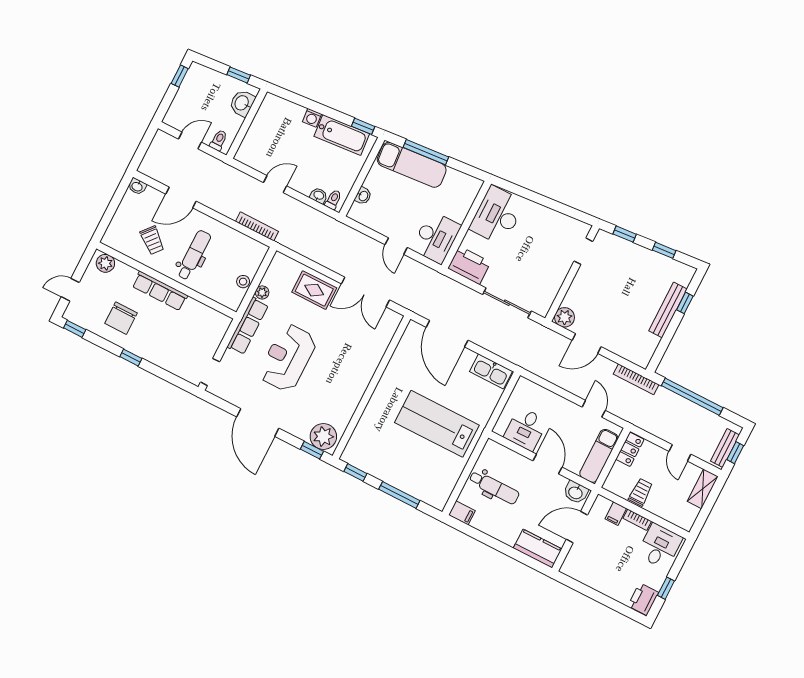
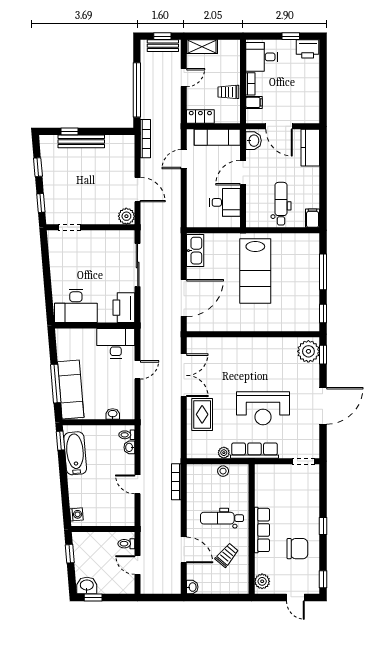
washbasin: (242, 103) -> (87, 586), moved, turned 180
washing machine: (312, 118) -> (76, 514), moved

